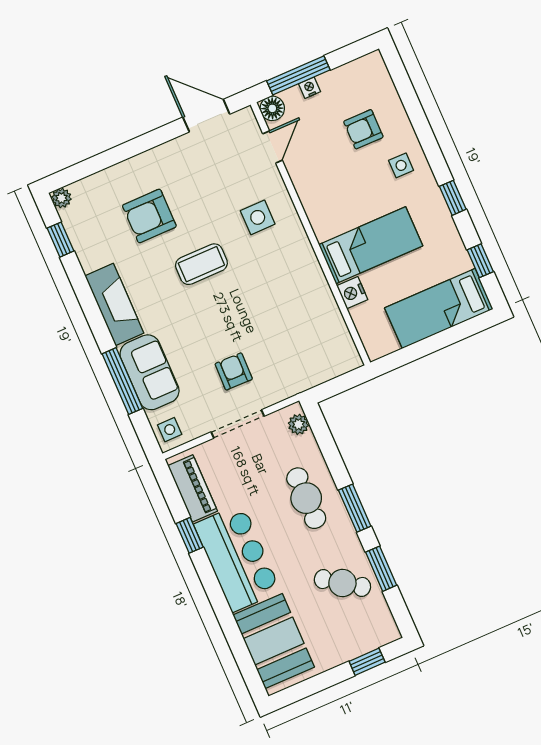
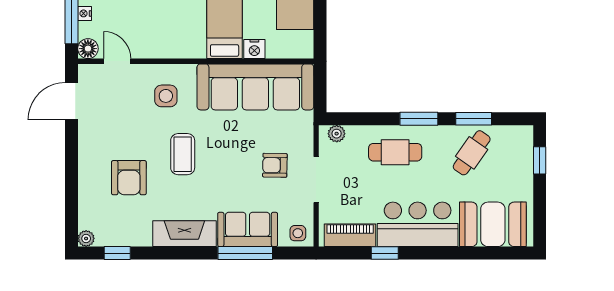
sofa: (311, 312) -> (255, 87), added

